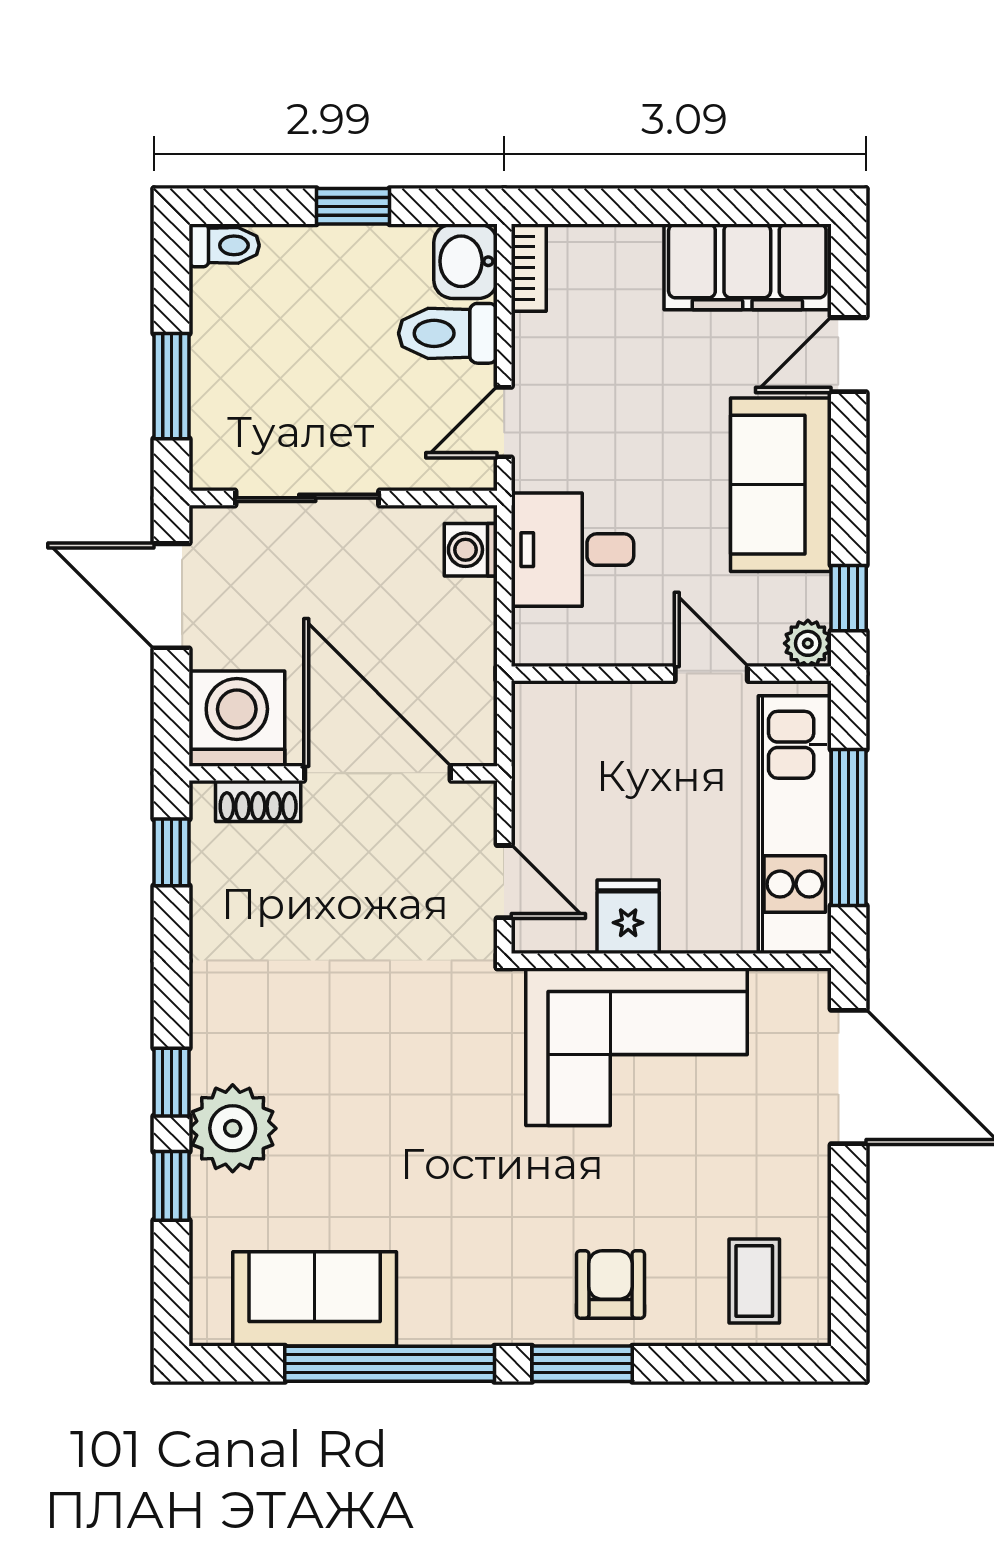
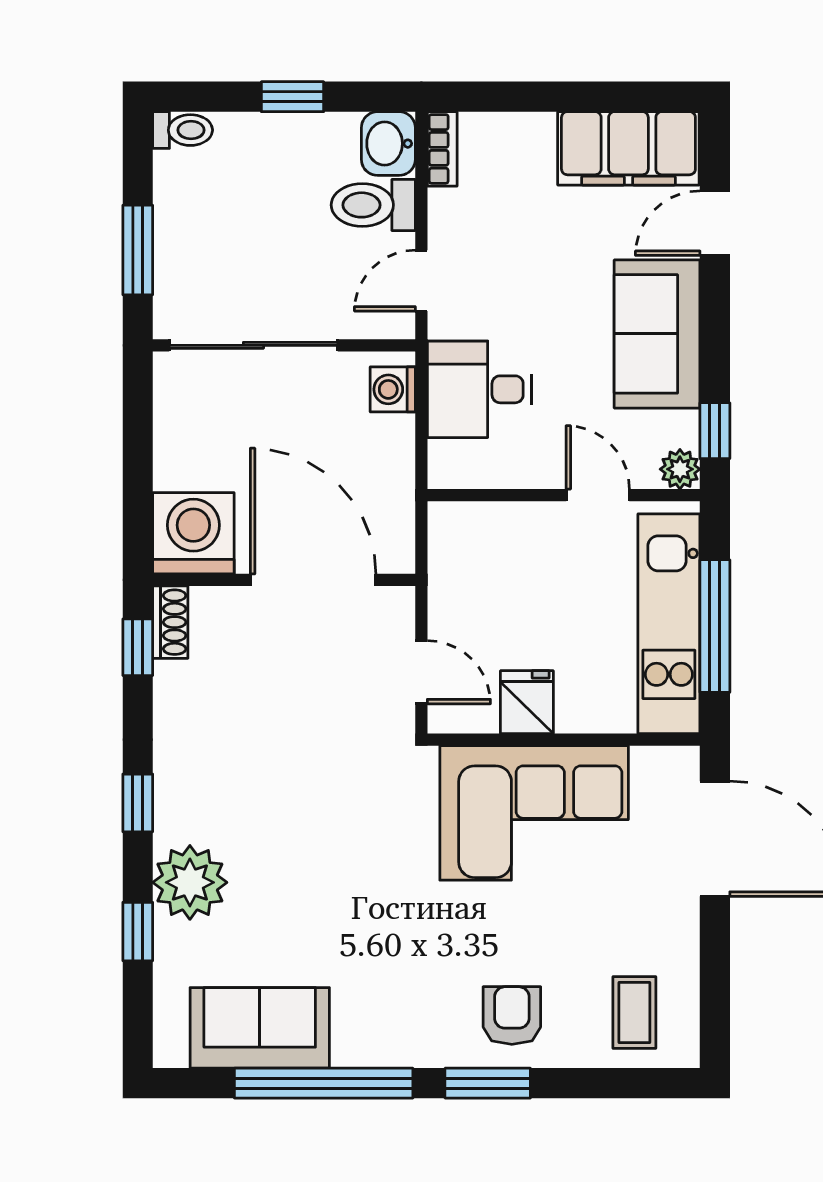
sliding door: (307, 498) -> (253, 345), width x1.37
door: (172, 596) -> (138, 429), removed
shoe rack: (258, 801) -> (170, 622), moved, turned -90
window: (172, 1082) -> (138, 803), moved

